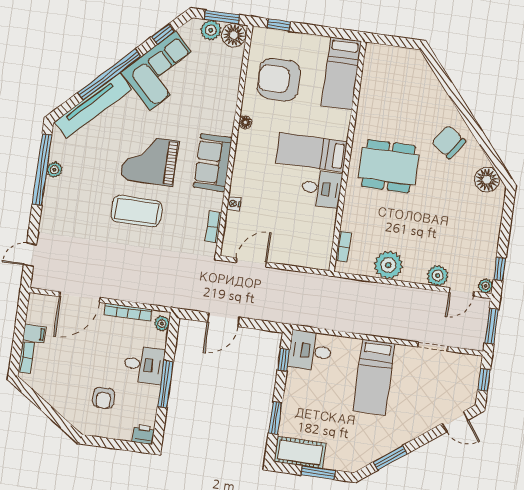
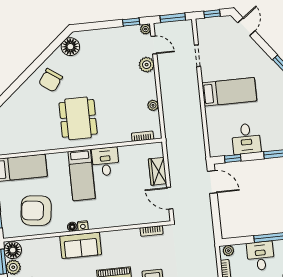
armchair: (279, 80) -> (36, 211), turned 97
sofa: (213, 163) -> (81, 245), moved
nightstand: (234, 204) -> (83, 226), moved
wardrobe: (291, 255) -> (158, 171), added
plant: (388, 265) -> (153, 105), width x0.53, depth x0.53
door: (223, 320) -> (212, 182), moved
desk: (310, 351) -> (246, 139), moved

